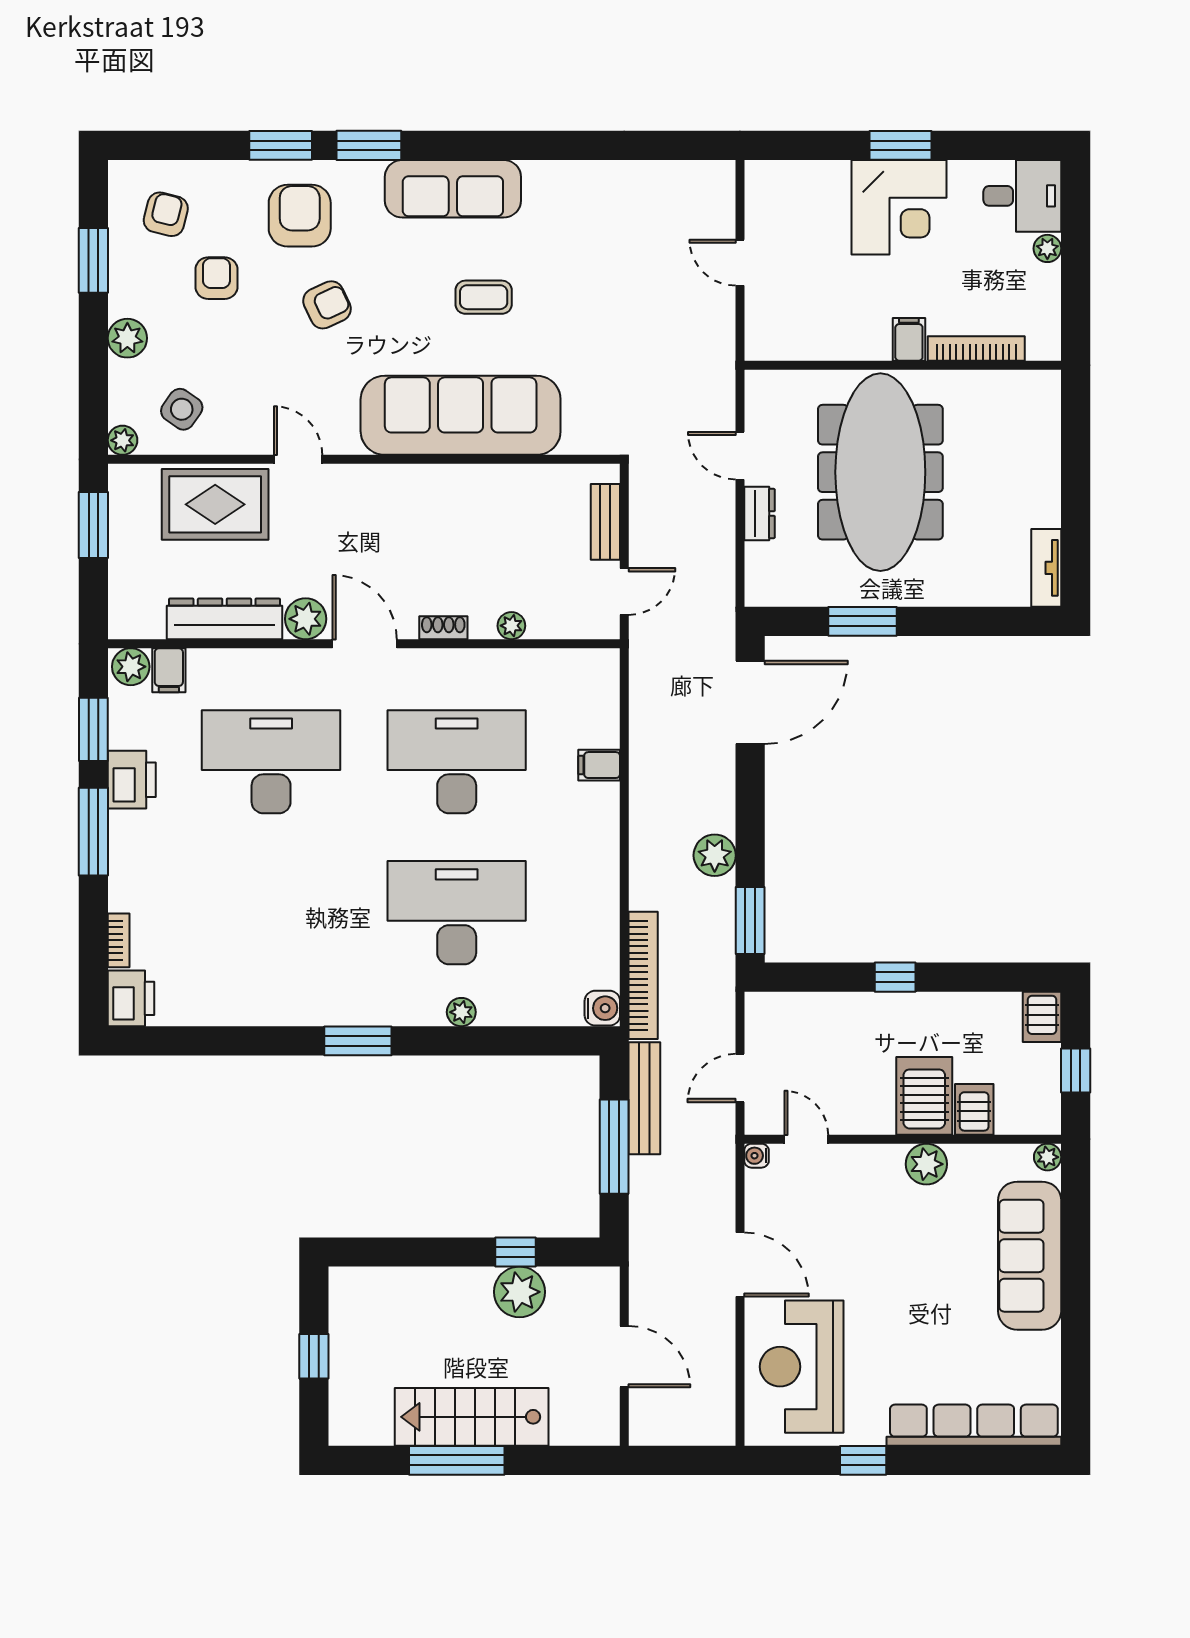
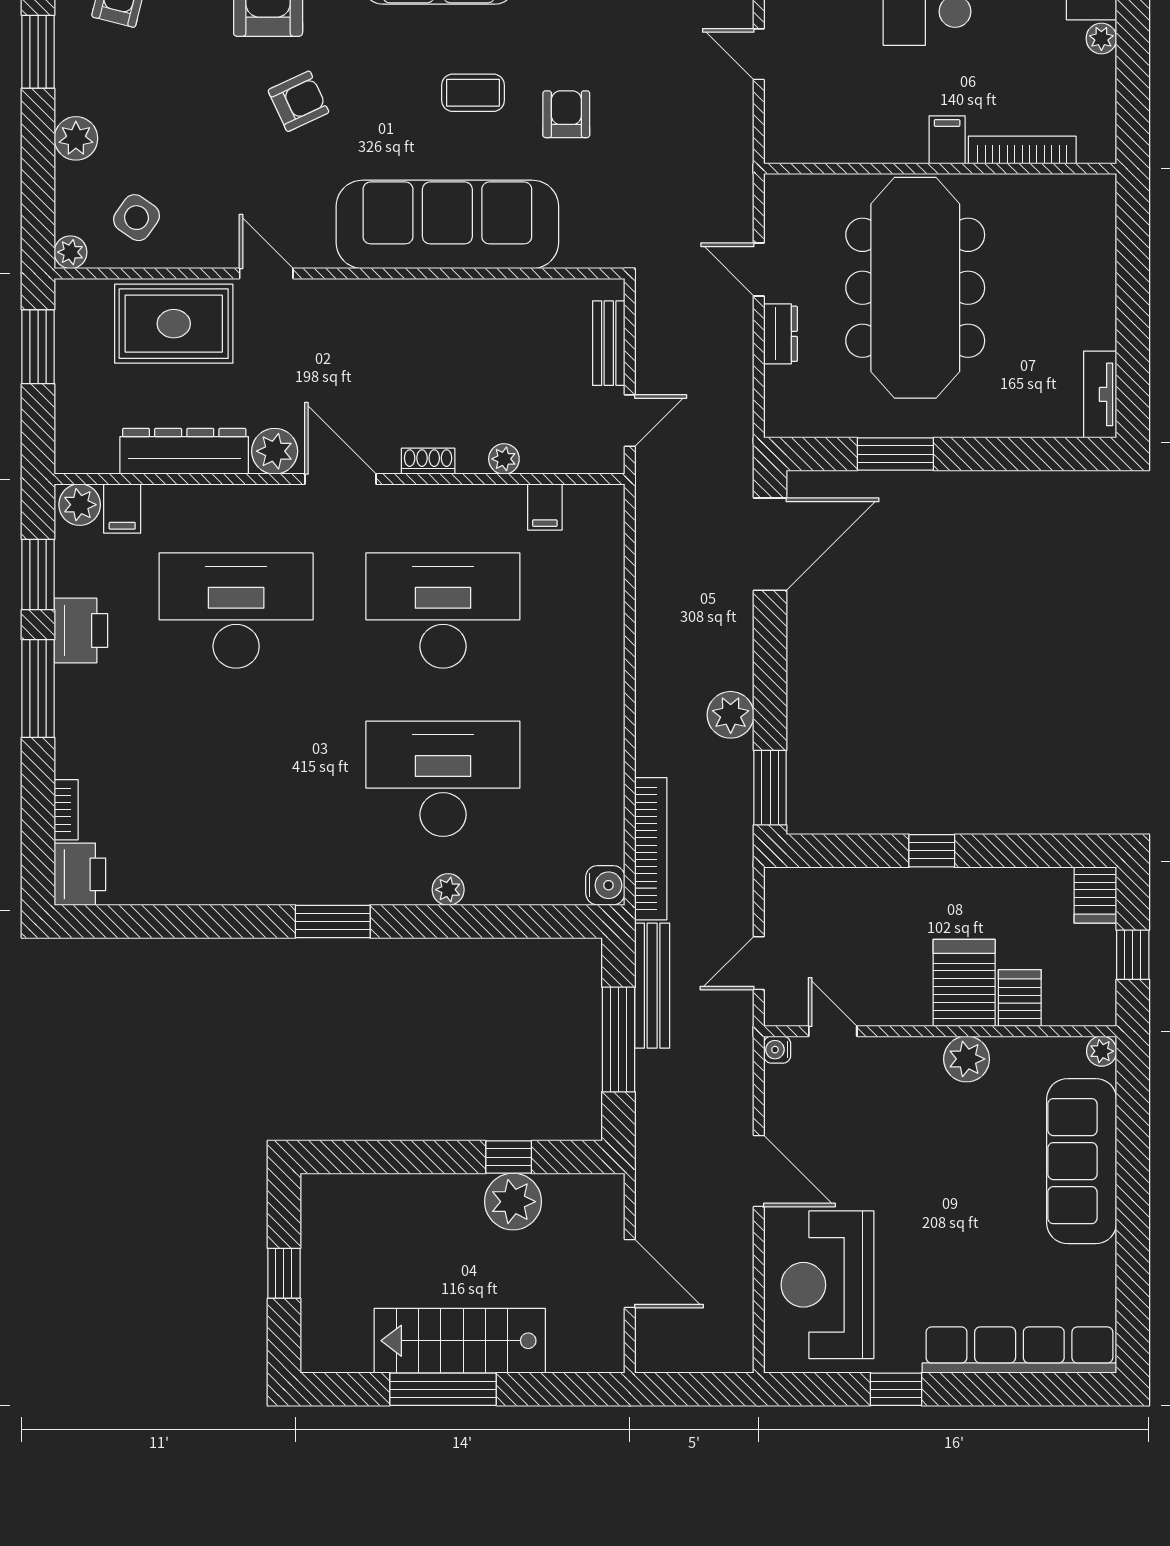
armchair: (216, 278) -> (566, 114), moved
filing cabinet: (599, 765) -> (545, 507), moved, turned -90

